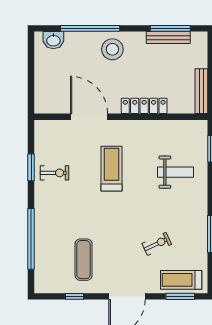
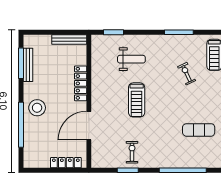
washbasin: (53, 40) -> (30, 153), removed
locker: (41, 87) -> (66, 163), added
treadmill: (112, 169) -> (137, 100), moved, turned -90
weight bench: (176, 172) -> (131, 59), turned 90

